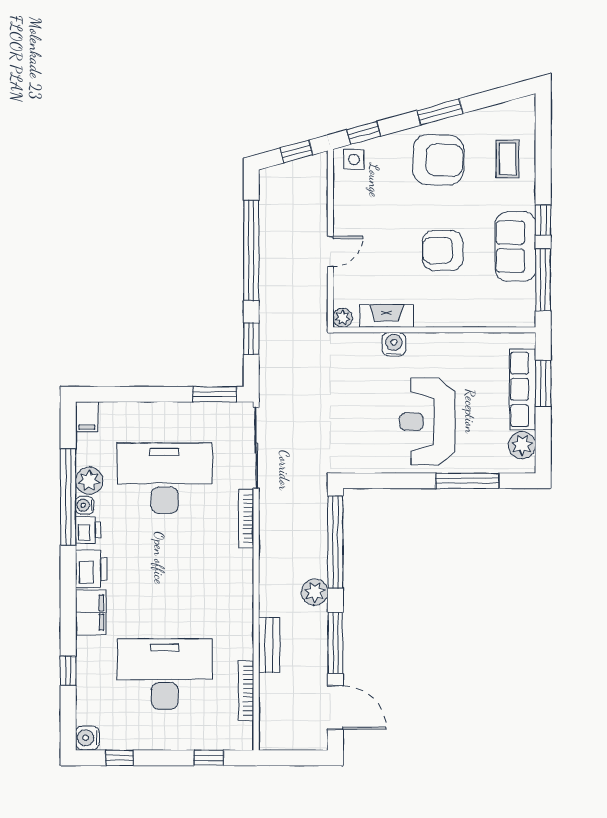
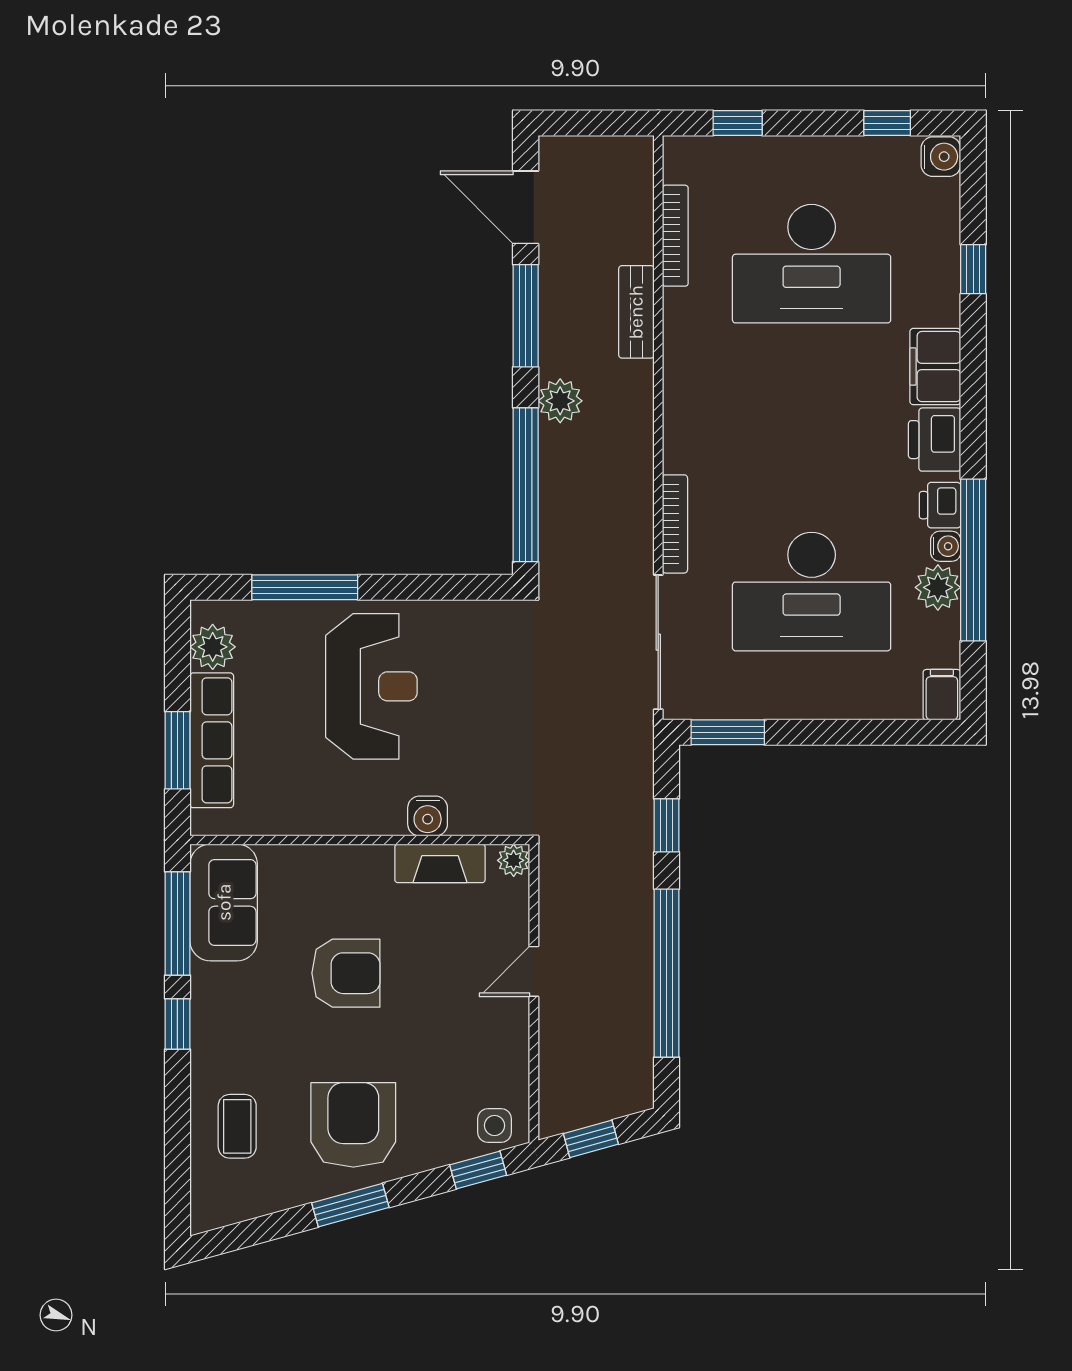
armchair: (438, 160) -> (353, 1125), turned 88
sofa: (516, 247) -> (224, 902), moved

